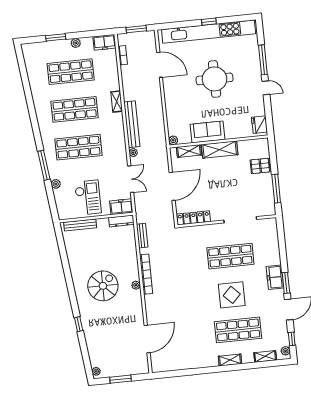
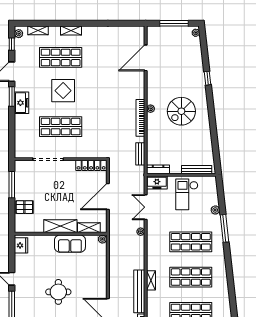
round table: (215, 79) -> (58, 292), width x0.73, depth x0.73
bench: (132, 124) -> (139, 291), moved
window: (121, 379) -> (174, 23), width x1.44

